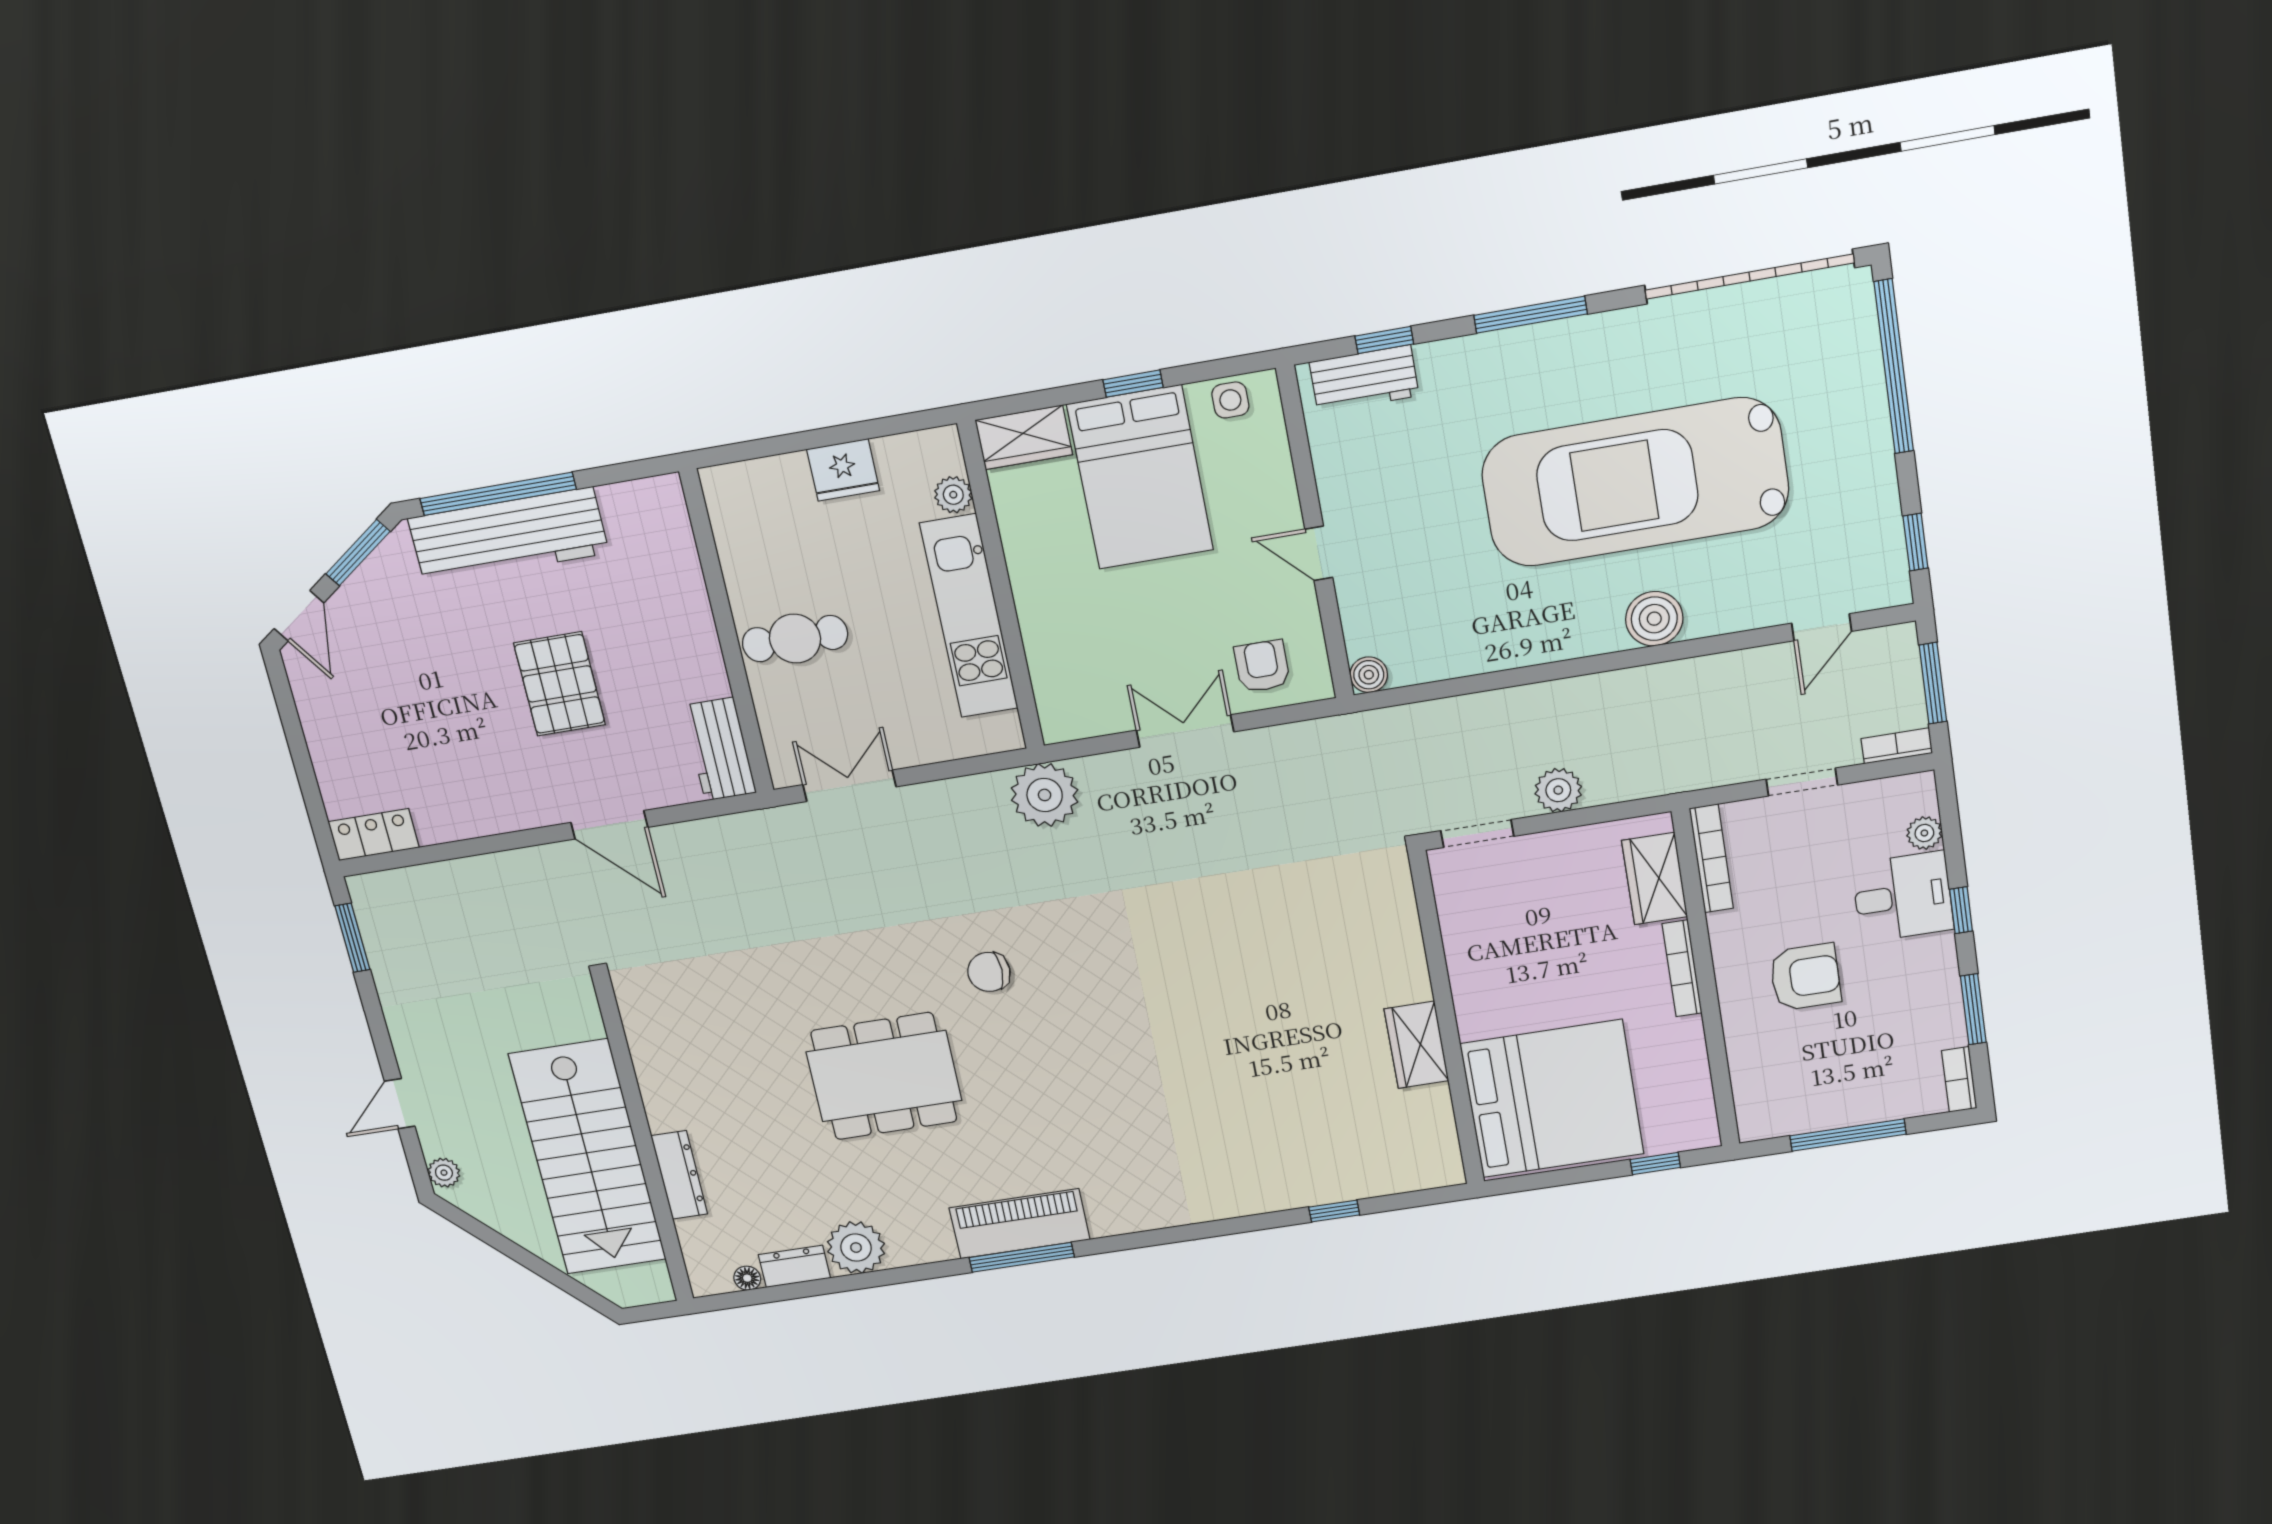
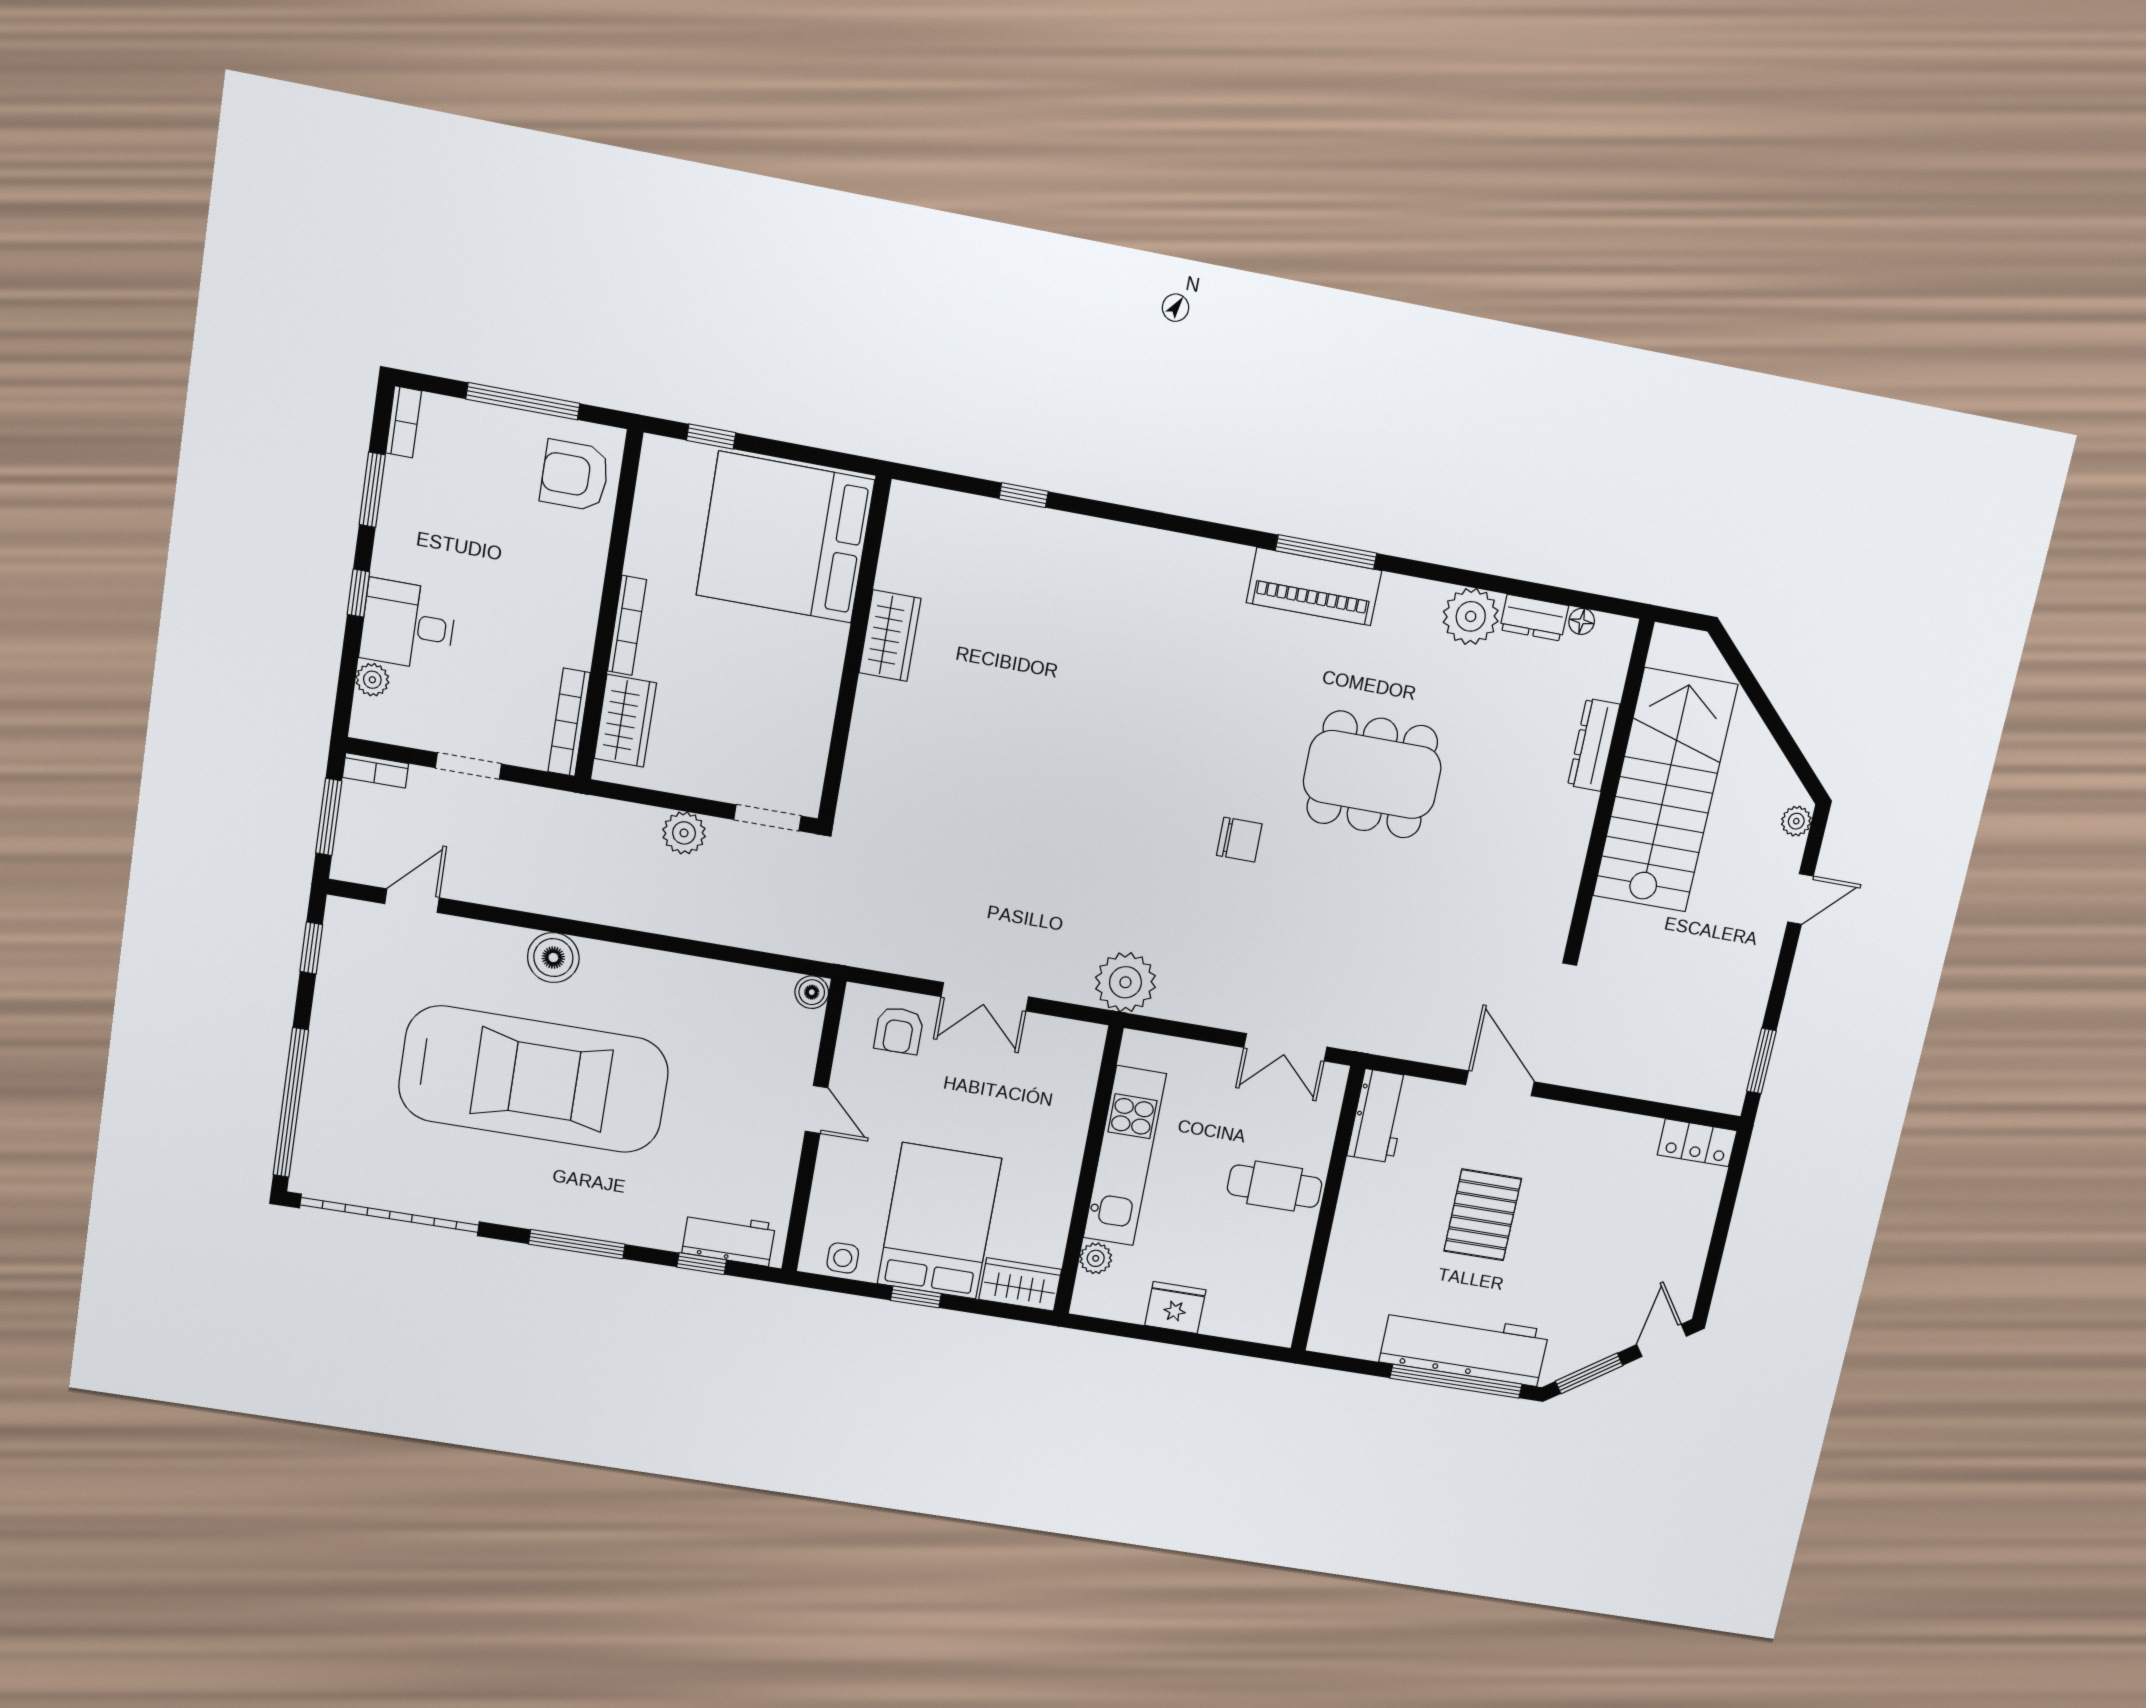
armchair: (1805, 977) -> (575, 475), moved

